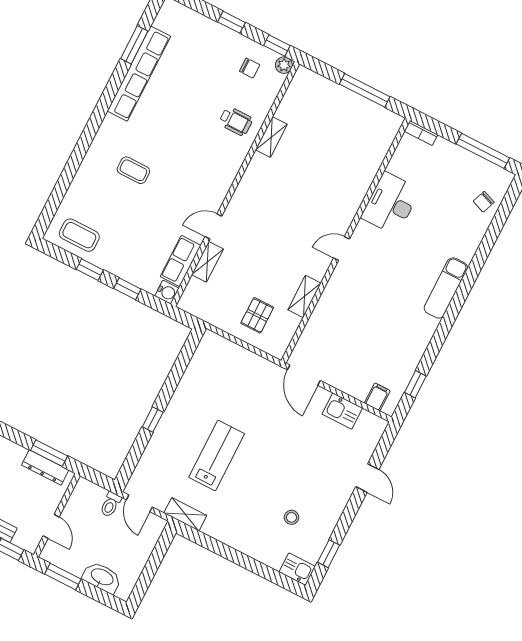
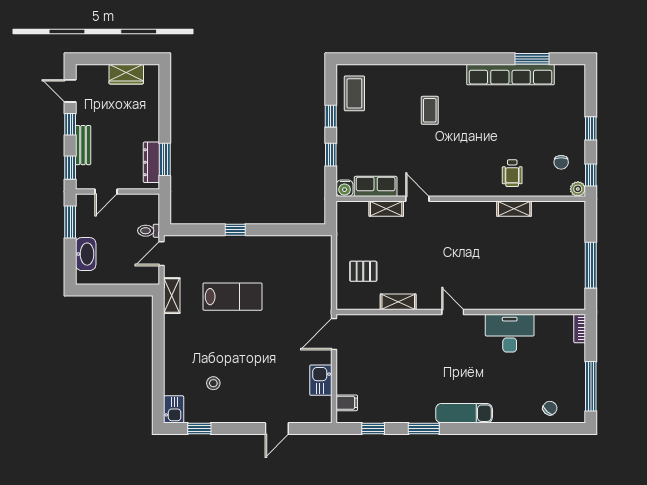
chair: (484, 202) -> (550, 408), turned 111
window: (441, 335) -> (424, 429), added

